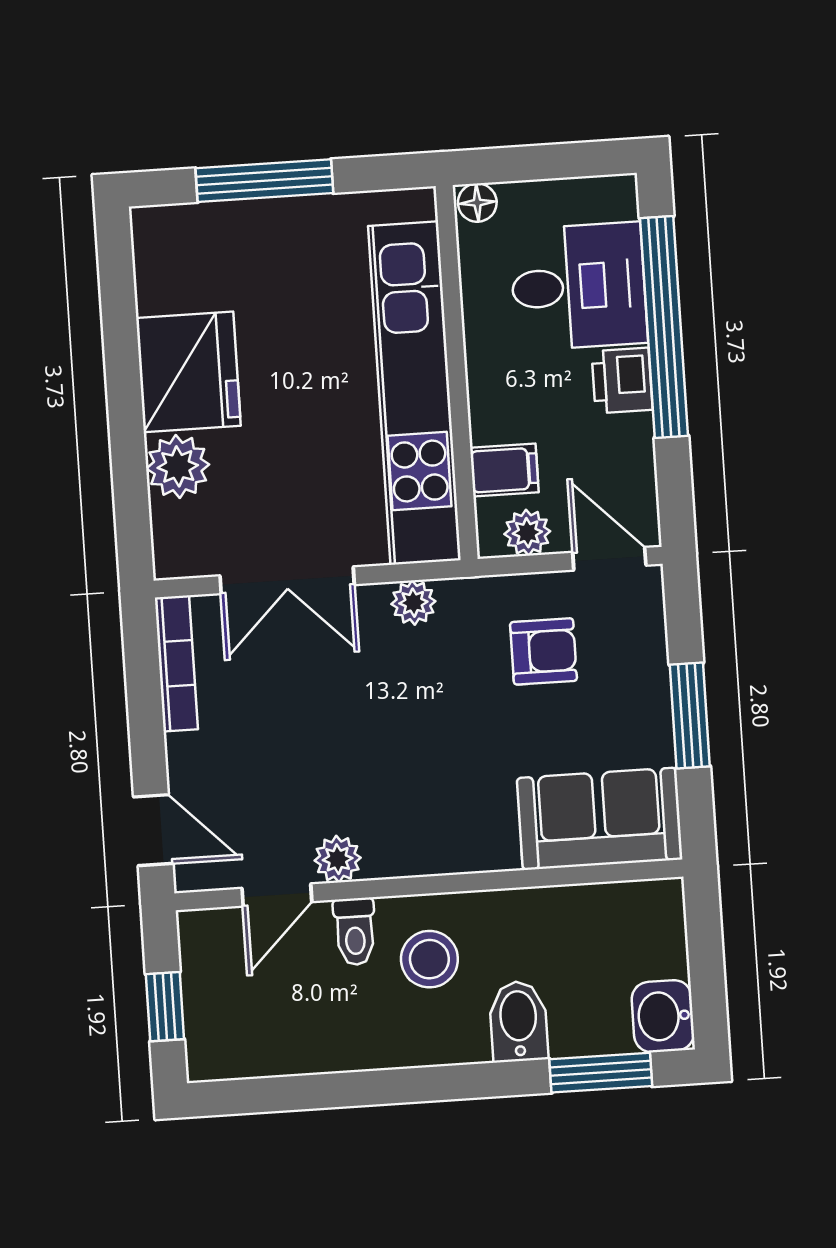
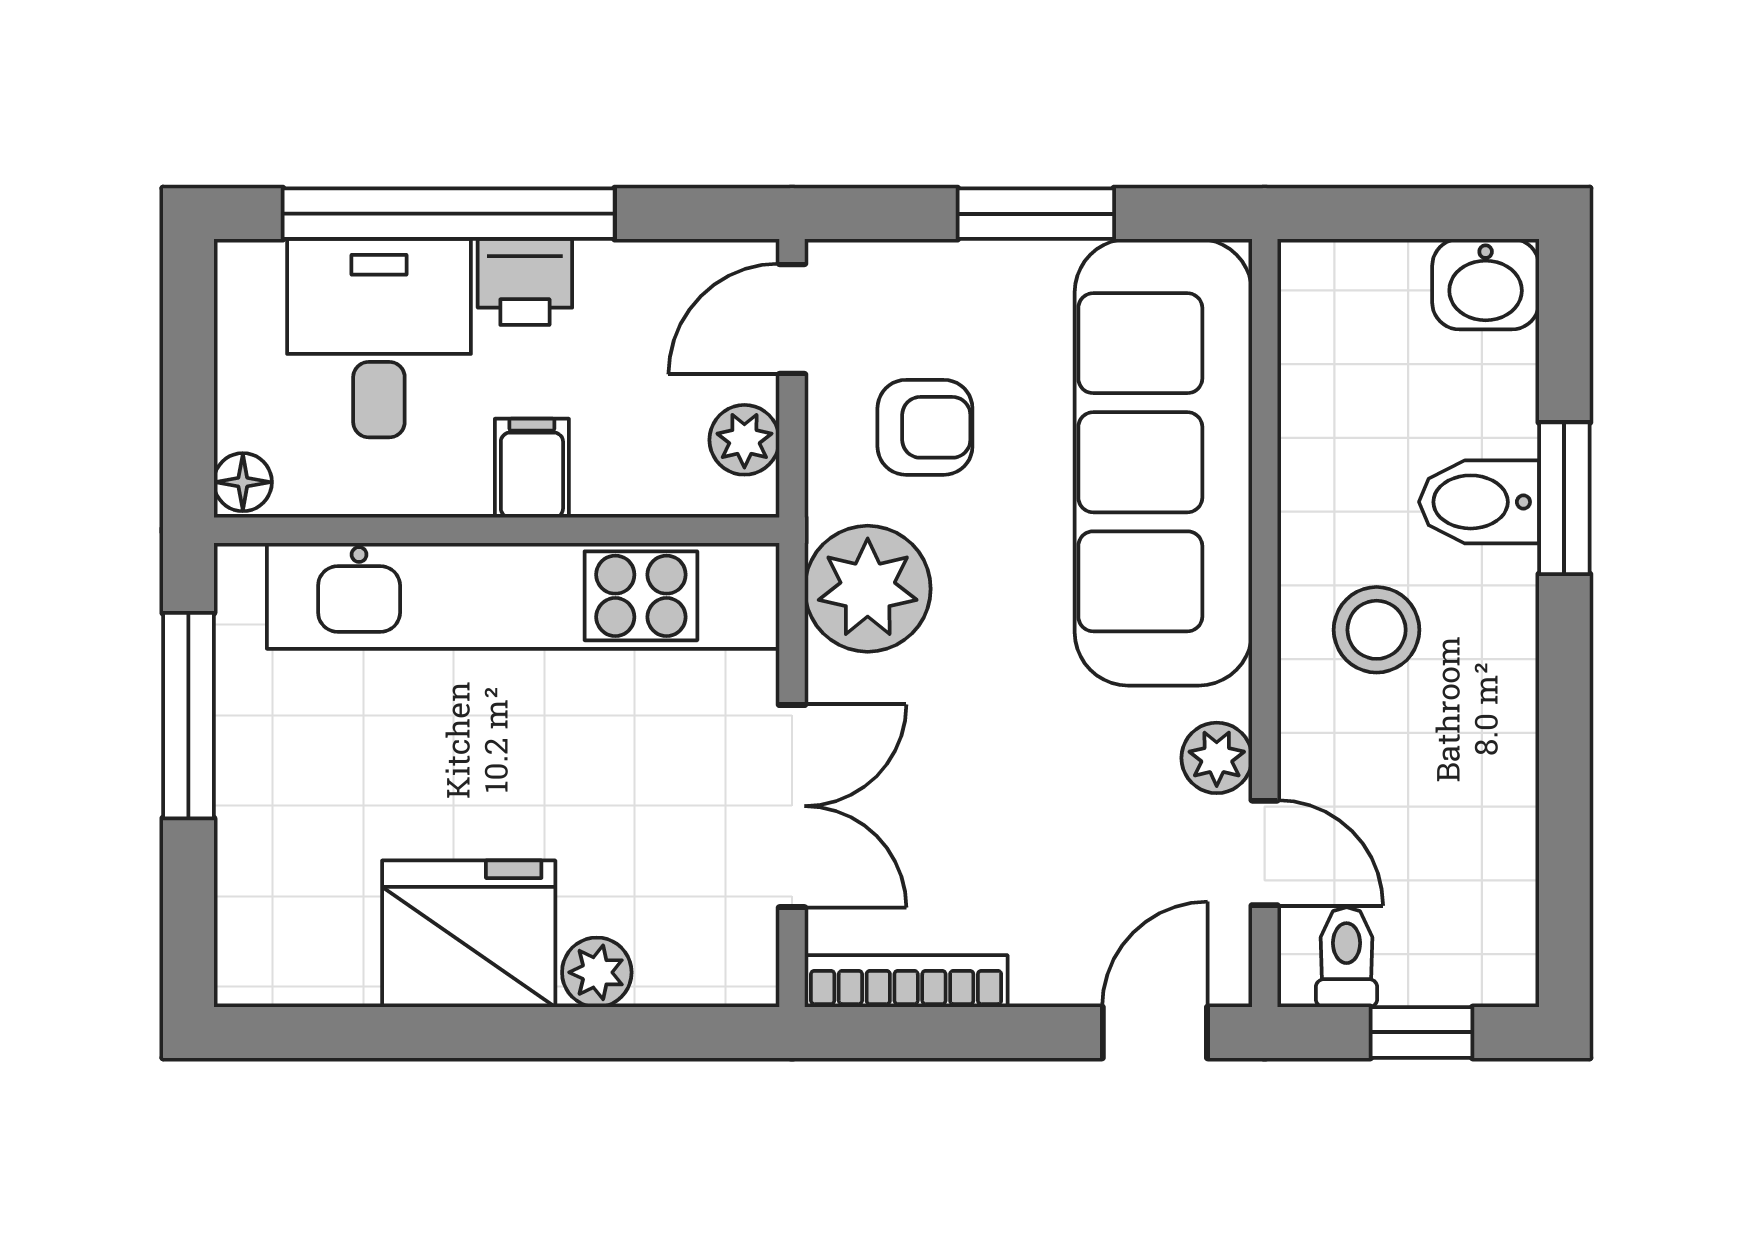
window: (264, 181) -> (188, 716), moved
plant: (178, 466) -> (597, 972), width x0.73, depth x0.73
filing cabinet: (504, 470) -> (532, 468), moved
plant: (413, 603) -> (868, 589), width x1.88, depth x1.88
armchair: (544, 651) -> (925, 427), turned 90
sofa: (600, 819) -> (1163, 462), width x1.85, depth x1.27
toilet: (355, 931) -> (1347, 957), moved, turned -90
window: (601, 1073) -> (1564, 498), moved

